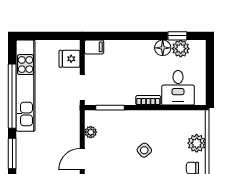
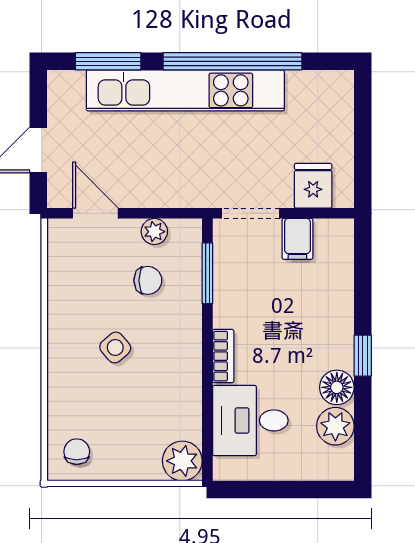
window: (177, 36) -> (363, 356), moved
filing cabinet: (94, 47) -> (297, 239), moved
kitchen unit: (26, 86) -> (185, 90), moved
chair: (113, 135) -> (148, 280), added
plant: (197, 143) -> (182, 461), moved

